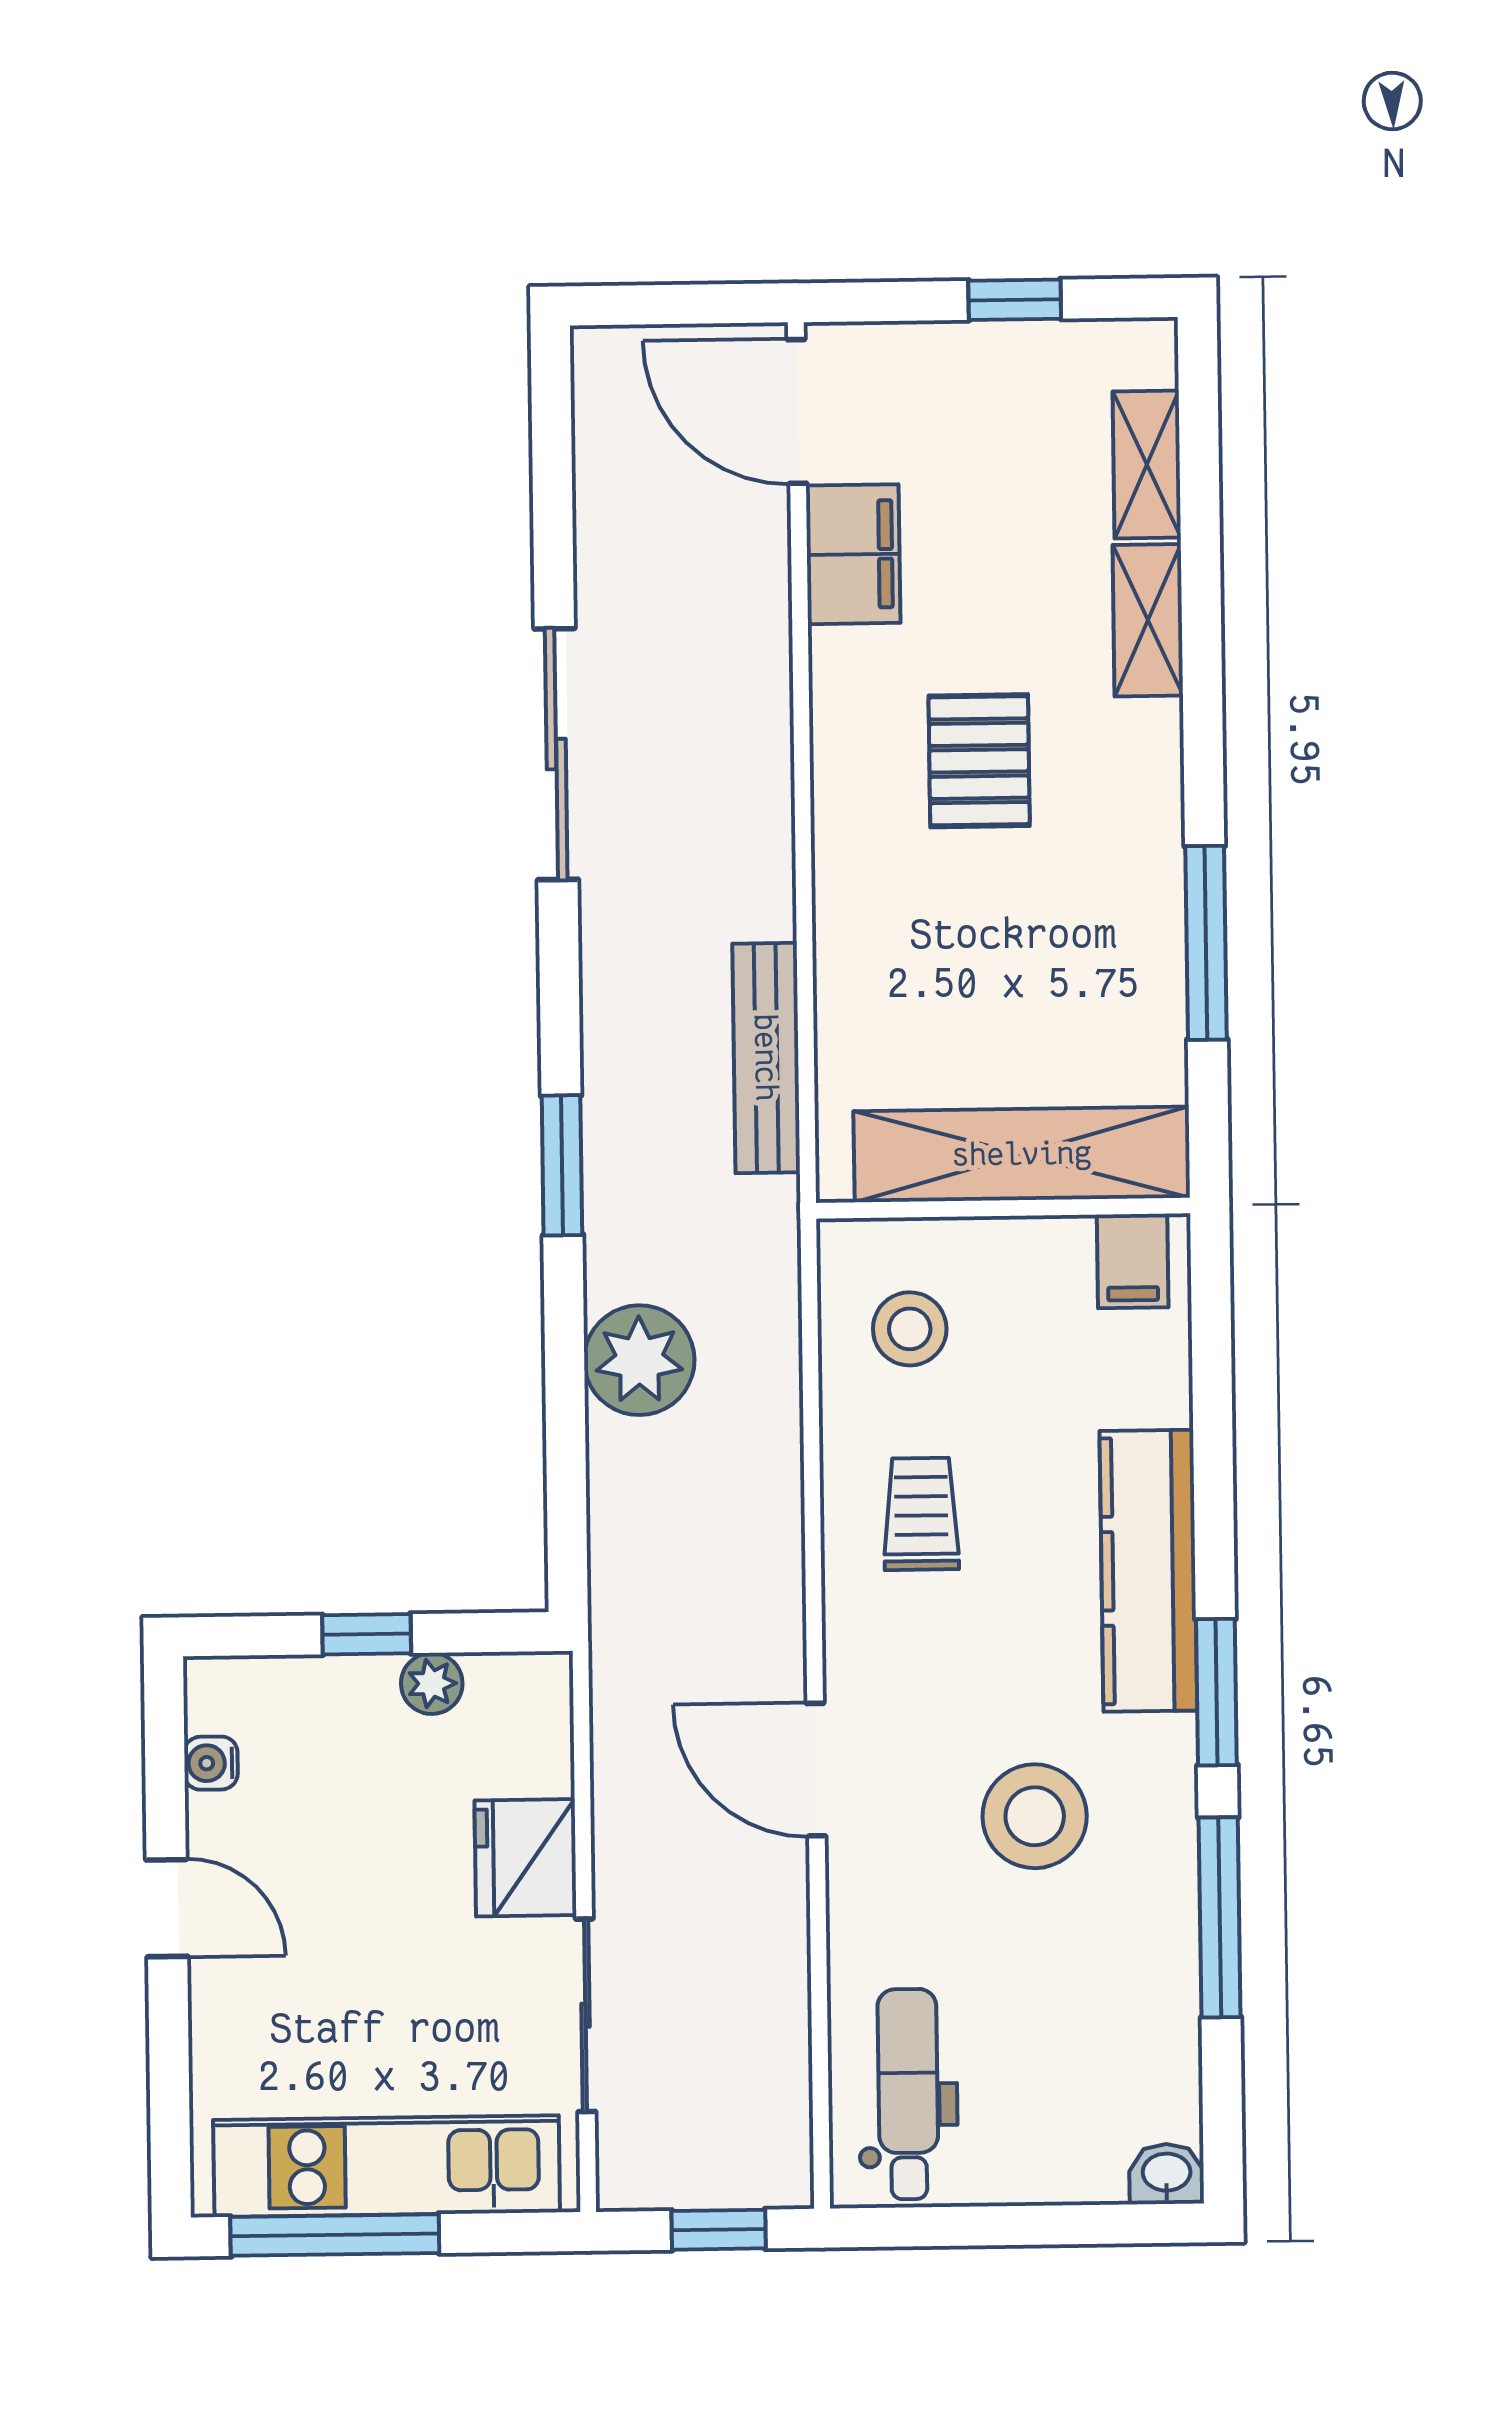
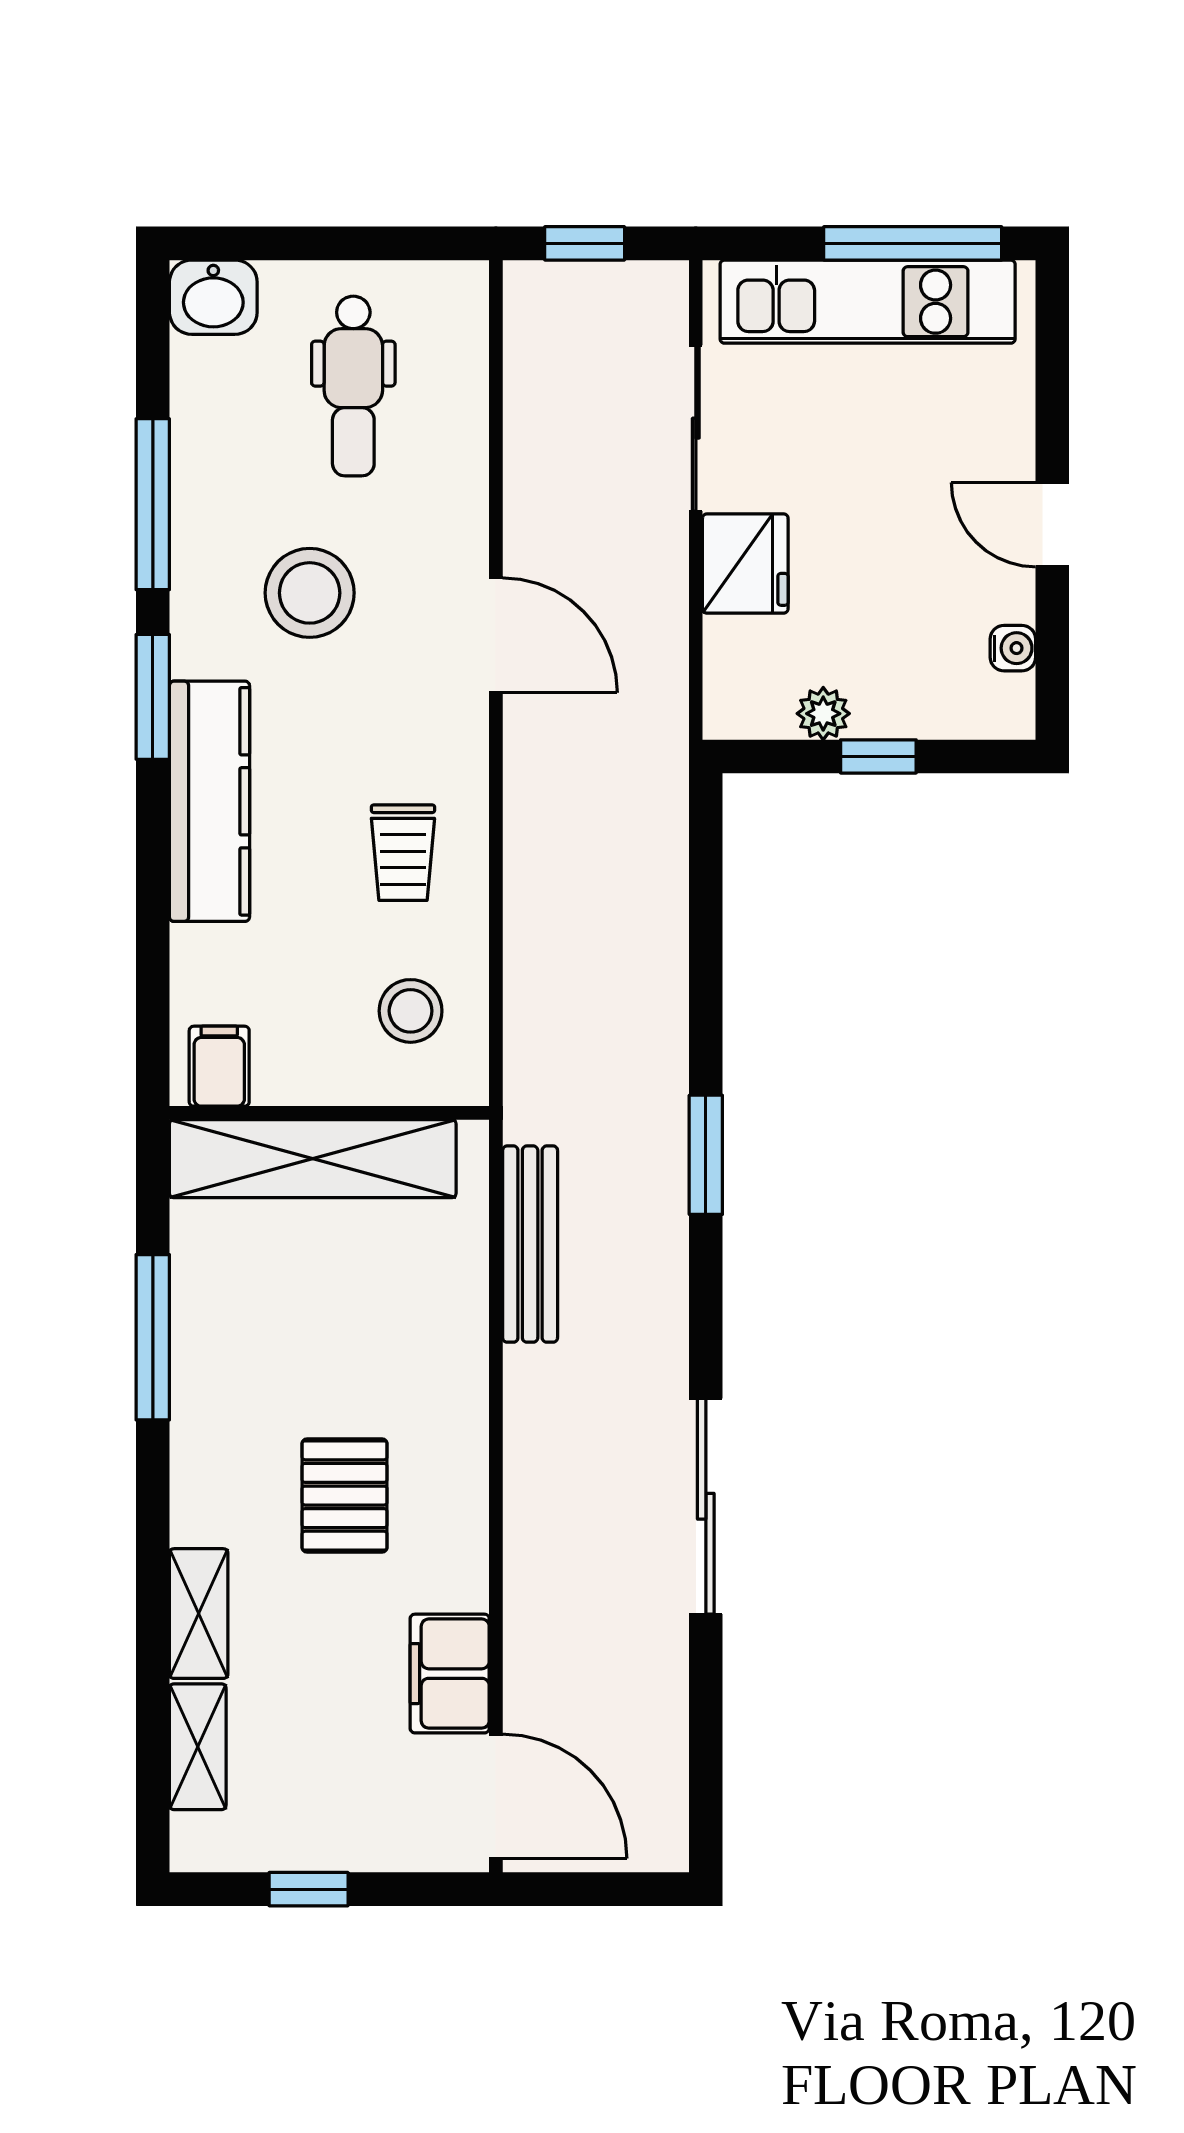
plant: (639, 1360) -> (642, 987), removed
dental chair: (908, 2094) -> (353, 386), moved
washbasin: (1167, 2174) -> (213, 297), width x1.38, depth x1.45

